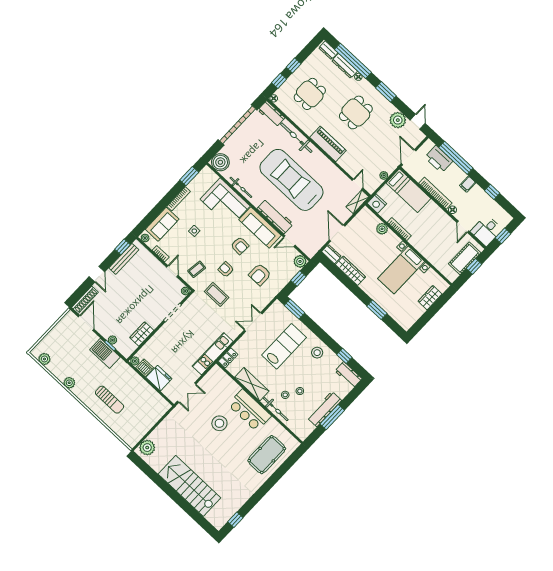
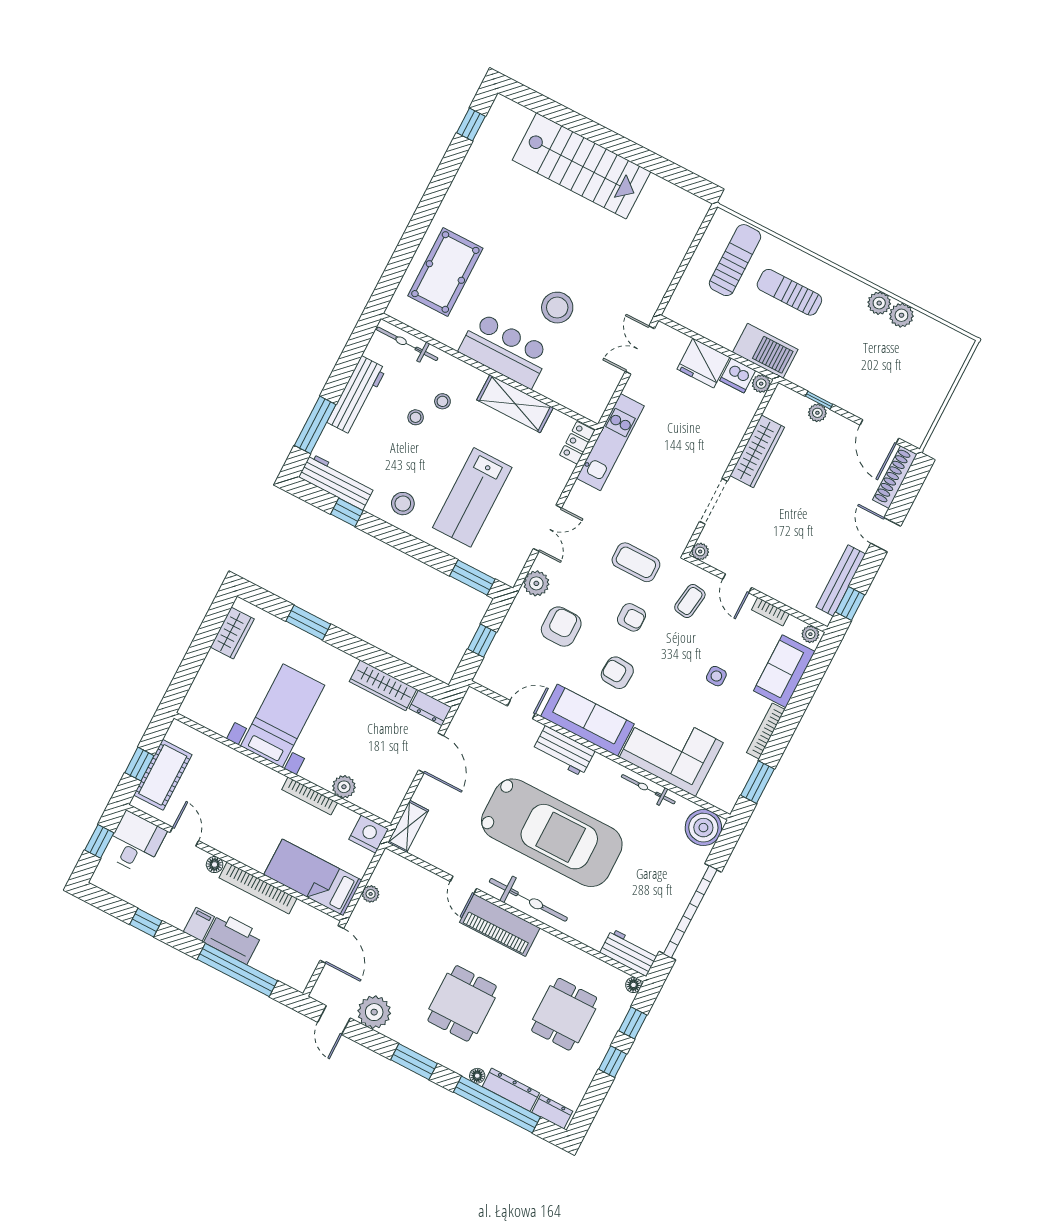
bicycle: (296, 138) -> (528, 900), moved
printer: (439, 159) -> (233, 938), moved
door: (357, 184) -> (463, 885), moved
workbench: (275, 216) -> (564, 751), width x0.73
plant: (300, 261) -> (536, 583), moved
wardrobe: (430, 298) -> (232, 633), moved
wardrobe: (142, 334) -> (757, 451), width x1.50
barbecue: (105, 353) -> (765, 351), moved
plant: (44, 359) -> (901, 315), moved
workbench: (348, 375) -> (337, 482), width x1.38
bicycle: (276, 409) -> (407, 344), moved
window: (332, 417) -> (315, 425), moved
sun lounger: (131, 422) -> (735, 260), added
plant: (147, 448) -> (687, 218), removed

